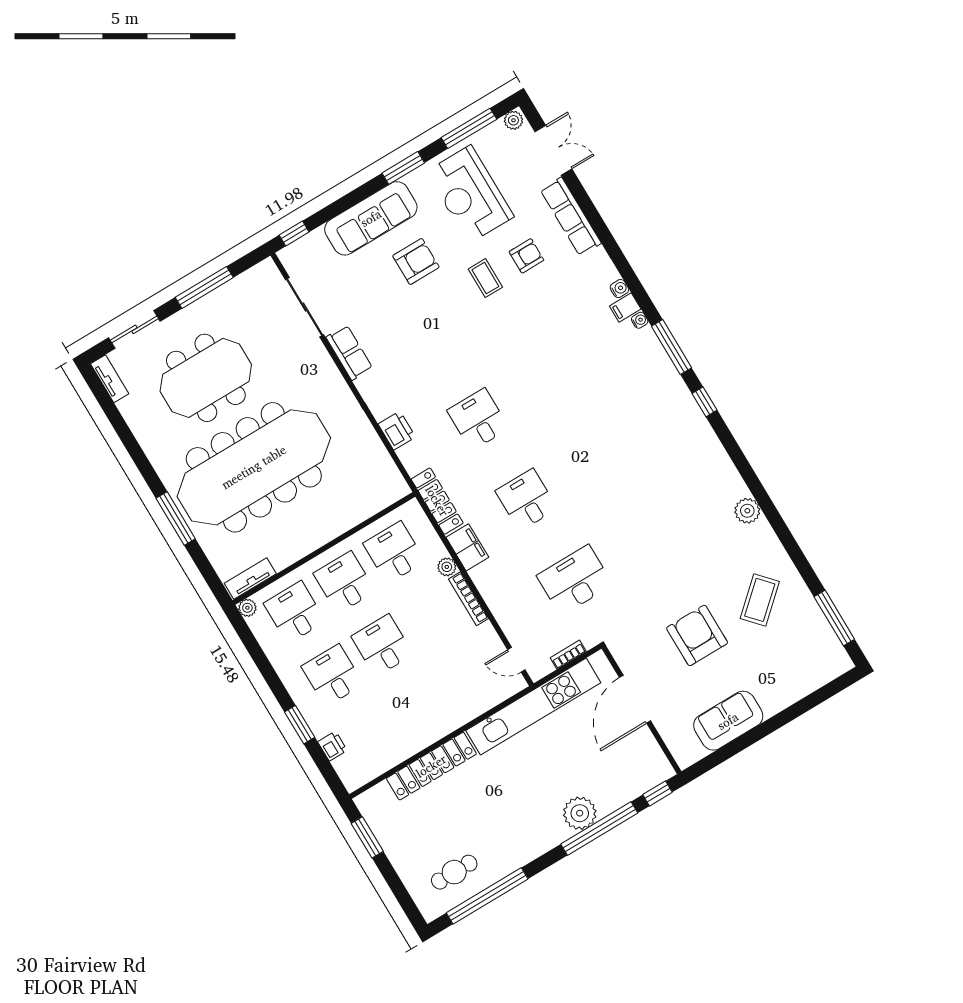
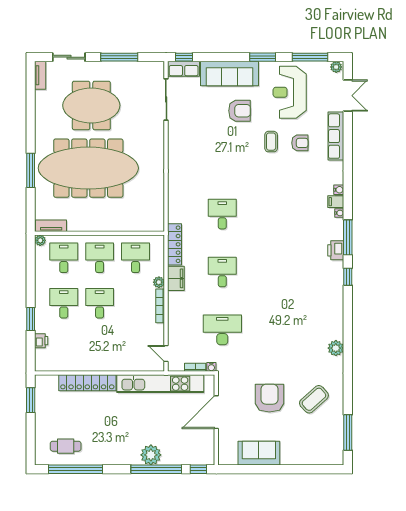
row of seats: (349, 353) -> (184, 69), moved, turned 90
printer: (397, 431) -> (336, 250), moved, turned 180
water cooler: (590, 641) -> (211, 367), added

